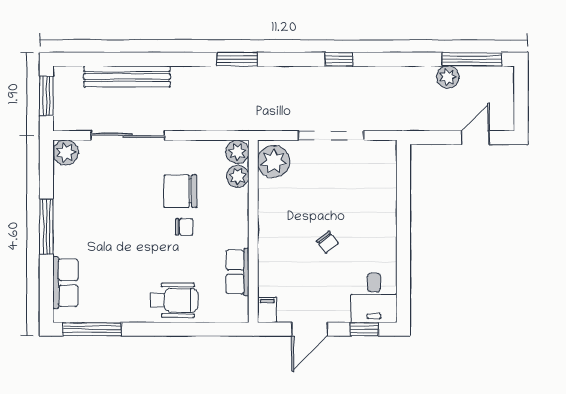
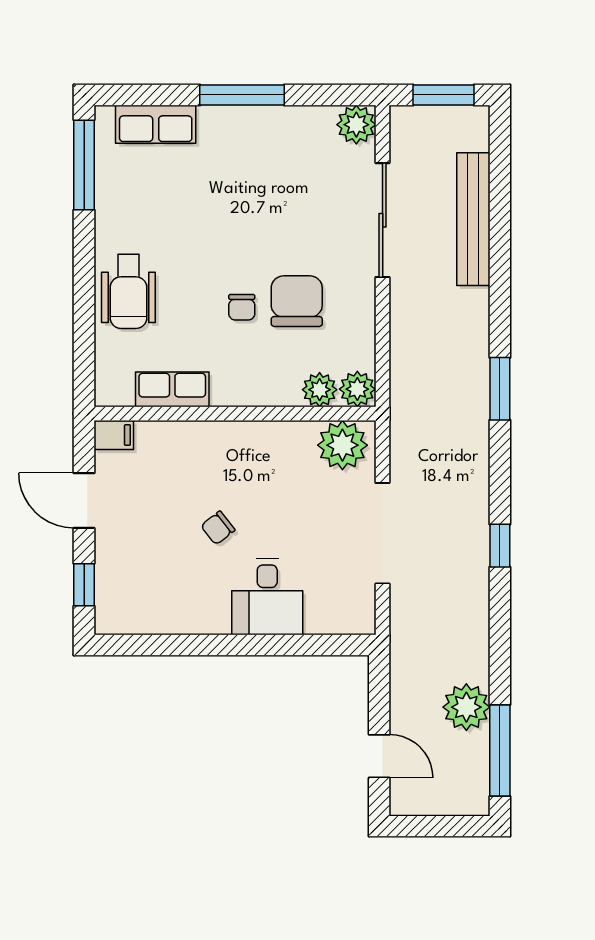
plant: (448, 77) -> (466, 707), width x1.36, depth x1.36
desk: (374, 298) -> (267, 597), moved, turned -90

